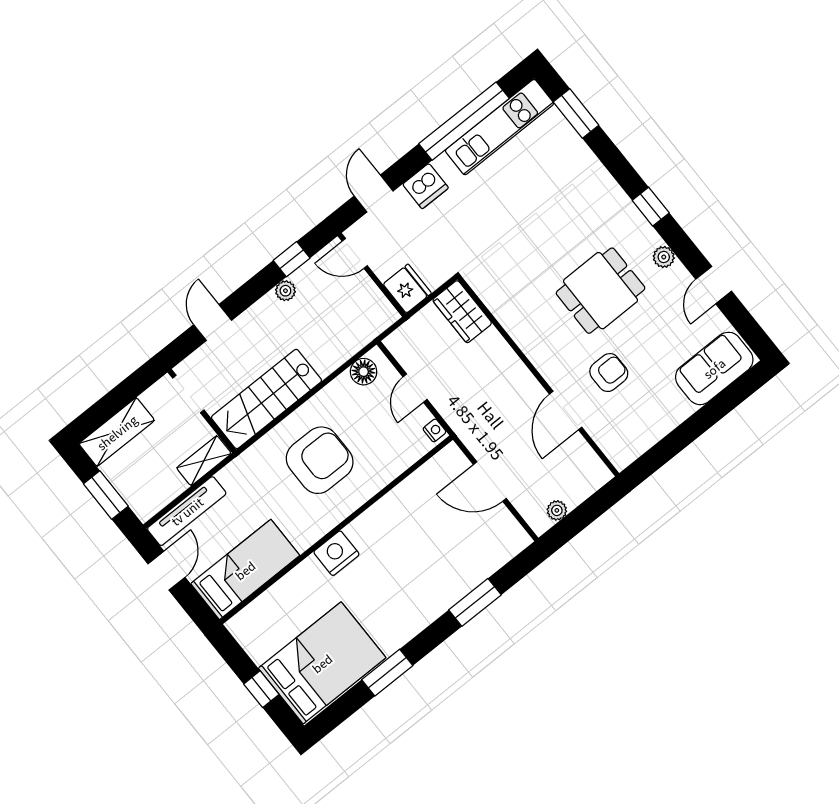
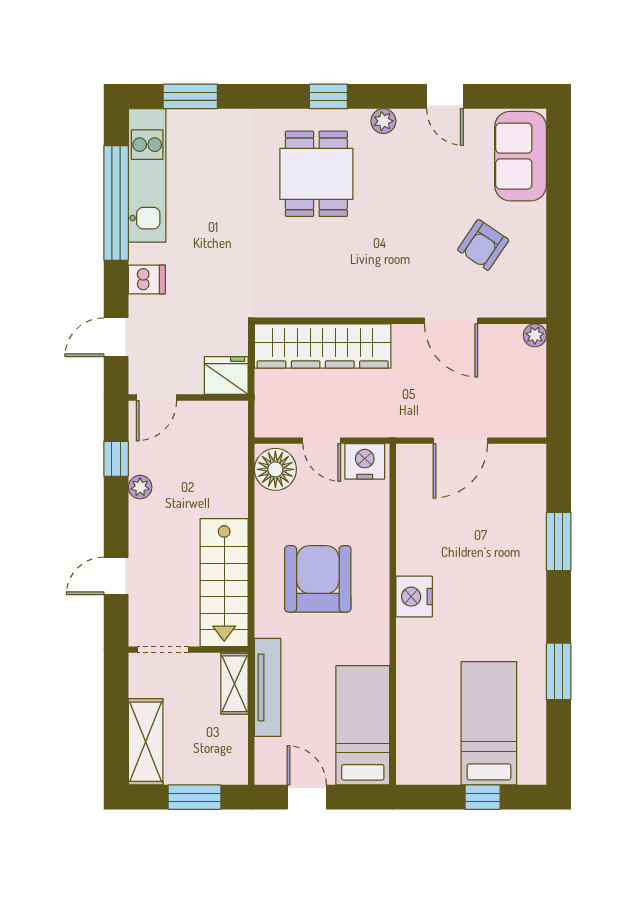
dishwasher: (425, 186) -> (147, 279), width x0.73
door: (374, 194) -> (116, 337), hinge flipped
dining table: (601, 291) -> (316, 174), moved
wardrobe: (462, 312) -> (323, 346), width x2.10, depth x1.17
door: (213, 322) -> (116, 576), hinge flipped
floor lamp: (364, 372) -> (275, 469), width x1.38, depth x1.38
armchair: (609, 373) -> (483, 245), moved, turned -146
nightstand: (434, 430) -> (365, 461), width x1.89, depth x1.79
plant: (557, 510) -> (535, 335), moved
tv unit: (187, 511) -> (268, 687), moved
nightstand: (336, 553) -> (414, 597), moved
bed: (322, 663) -> (489, 723), width x0.67

